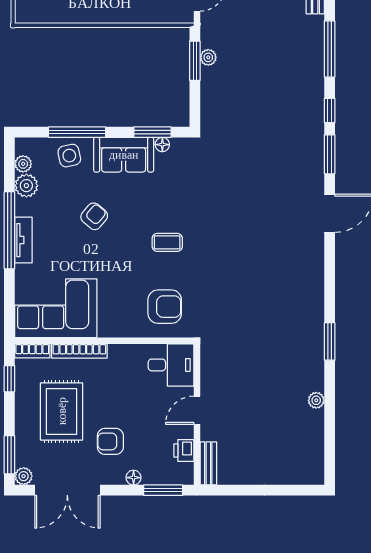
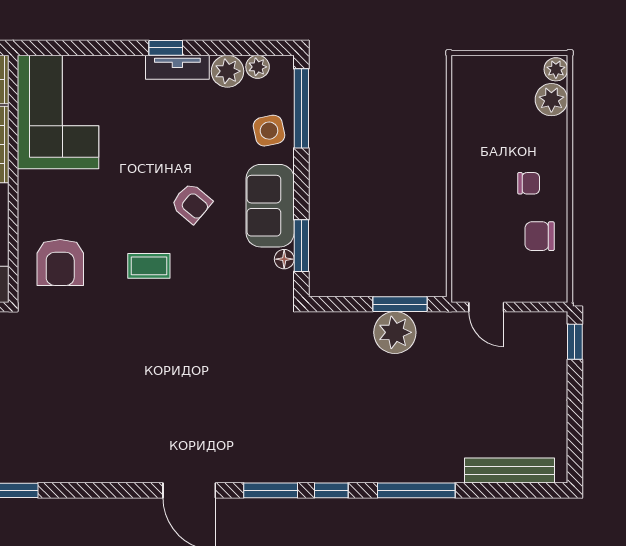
plant: (208, 57) -> (395, 332), width x1.88, depth x1.88
window: (77, 132) -> (301, 108), moved
armchair: (94, 216) -> (192, 203), moved
window: (9, 230) -> (166, 48), width x0.32
tv unit: (23, 240) -> (177, 67), moved
coffee table: (167, 242) -> (149, 266), turned 90

